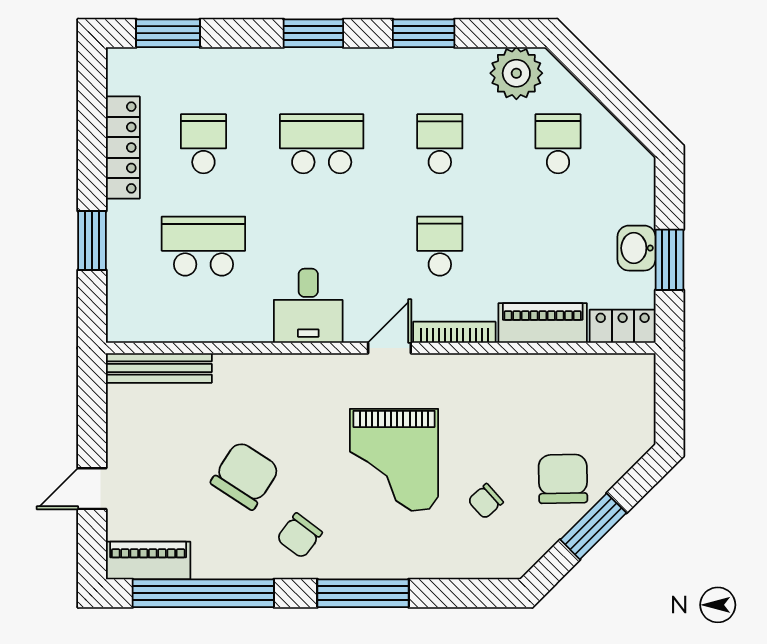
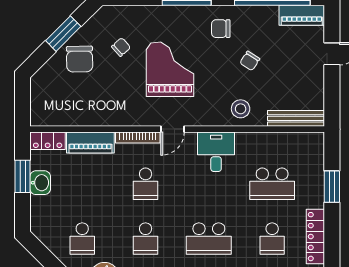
stool: (262, 386) -> (241, 109), added
chair: (245, 475) -> (250, 61), width x0.54, depth x0.54
chair: (299, 536) -> (221, 29), turned -127

